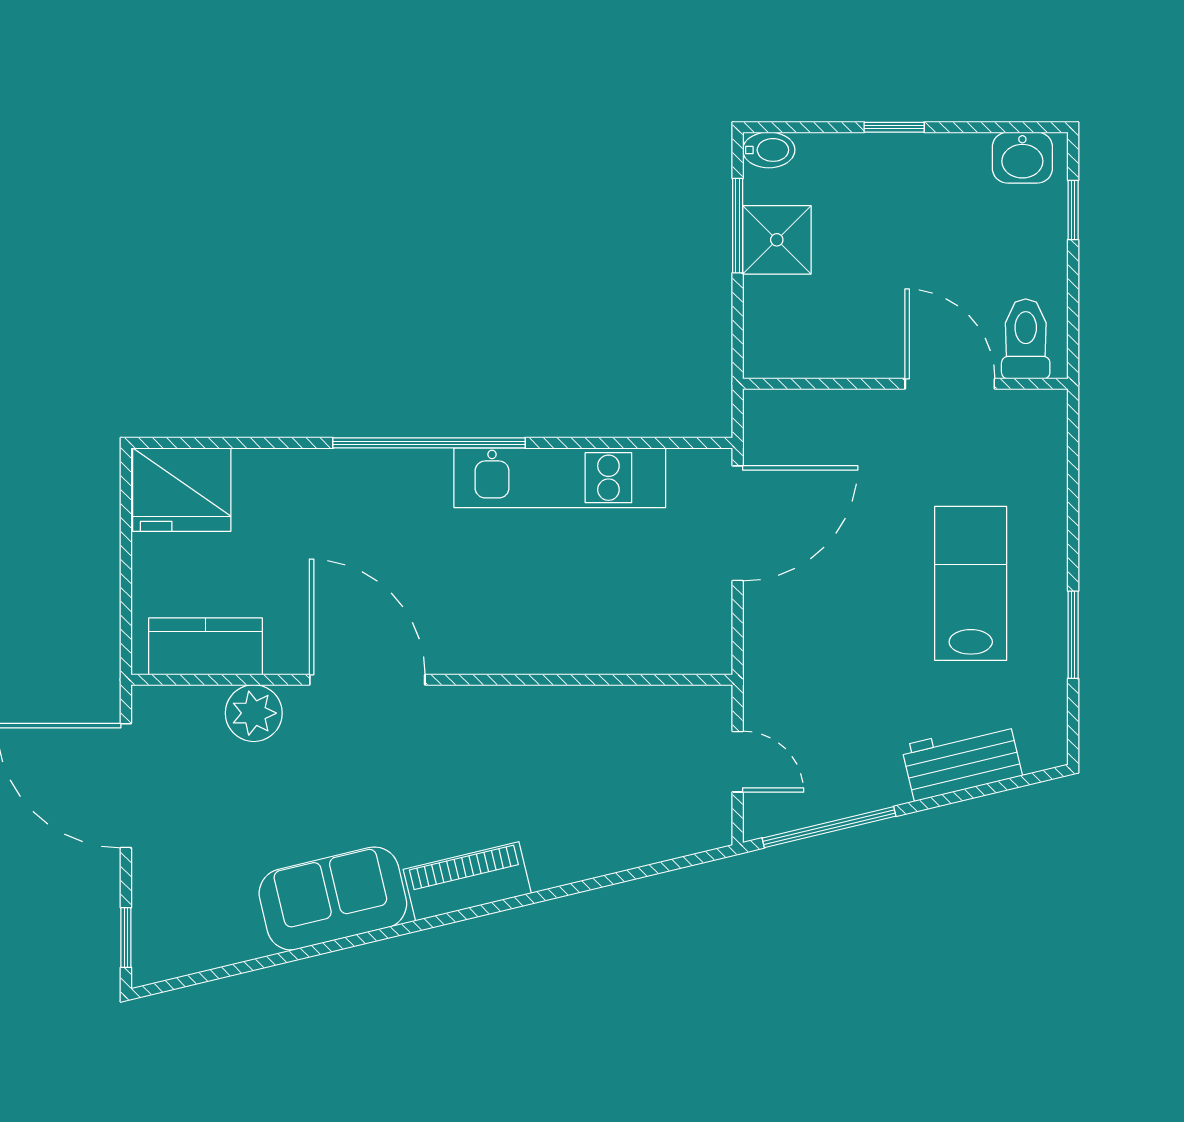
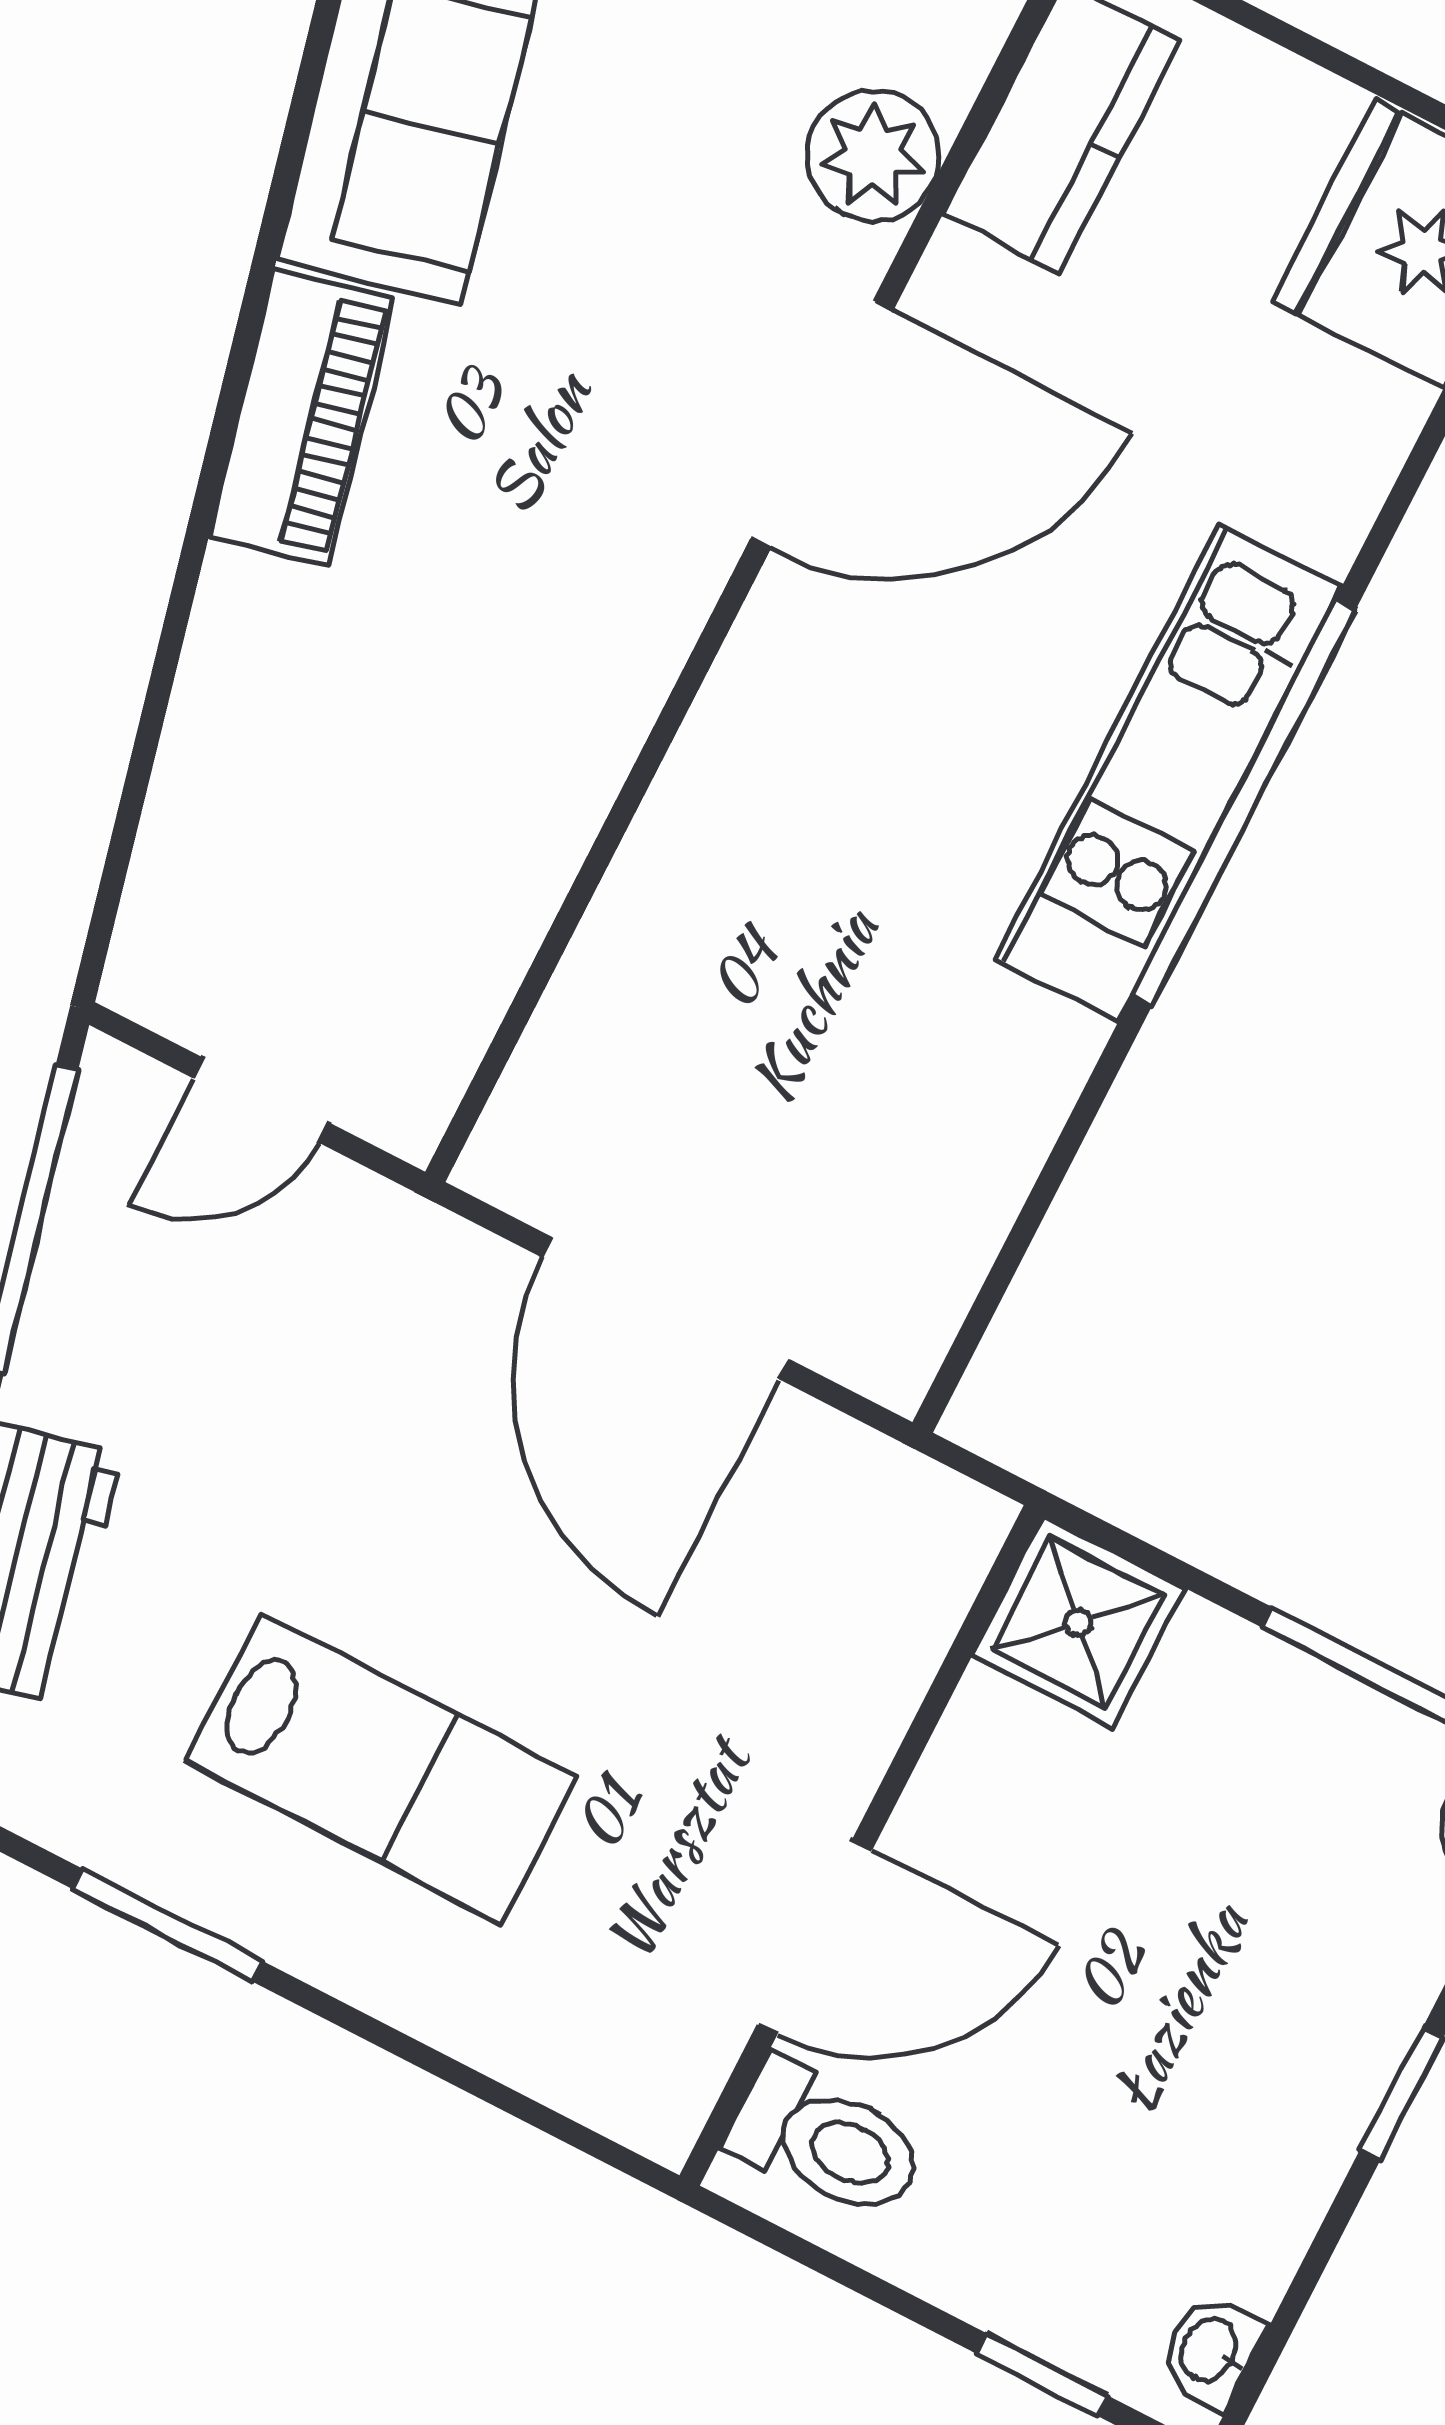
washbasin: (1022, 158) -> (1211, 2351), width x0.72, depth x0.69
shower: (777, 240) -> (1078, 1622), moved
kitchen unit: (560, 478) -> (1169, 773), moved
door: (738, 523) -> (666, 1308), moved

